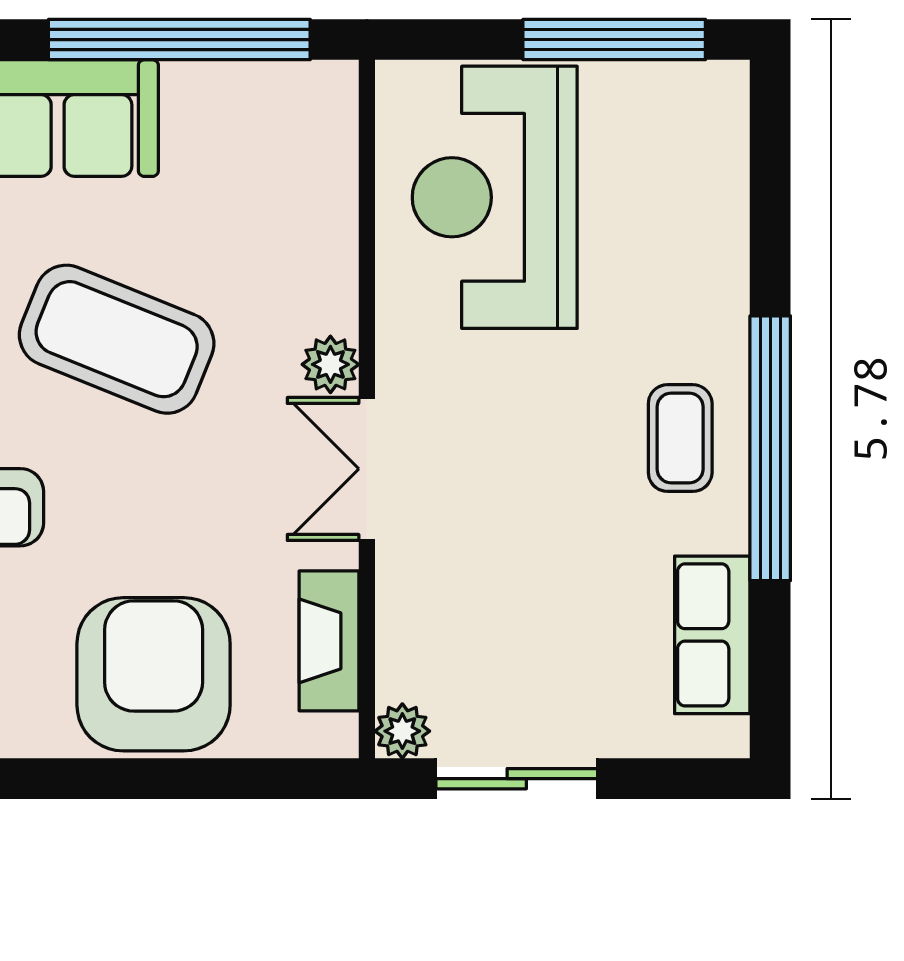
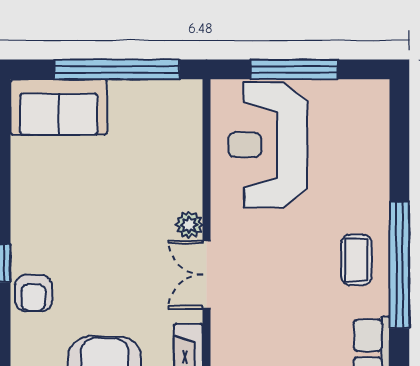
window: (614, 40) -> (294, 69), moved
coffee table: (117, 339) -> (87, 213), removed

